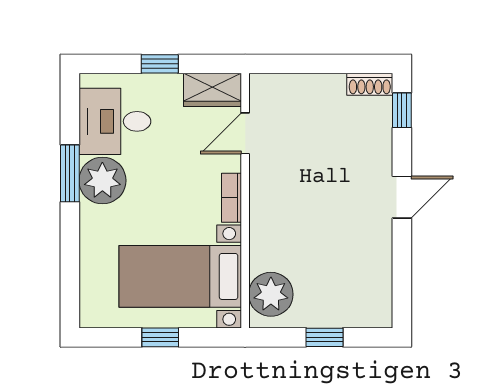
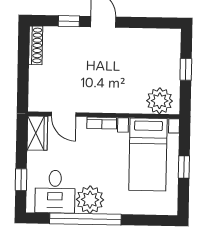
window: (160, 64) -> (21, 180), moved
shoe rack: (370, 84) -> (36, 45), width x1.43
window: (402, 110) -> (69, 21), moved
window: (70, 173) -> (85, 219), width x2.11

